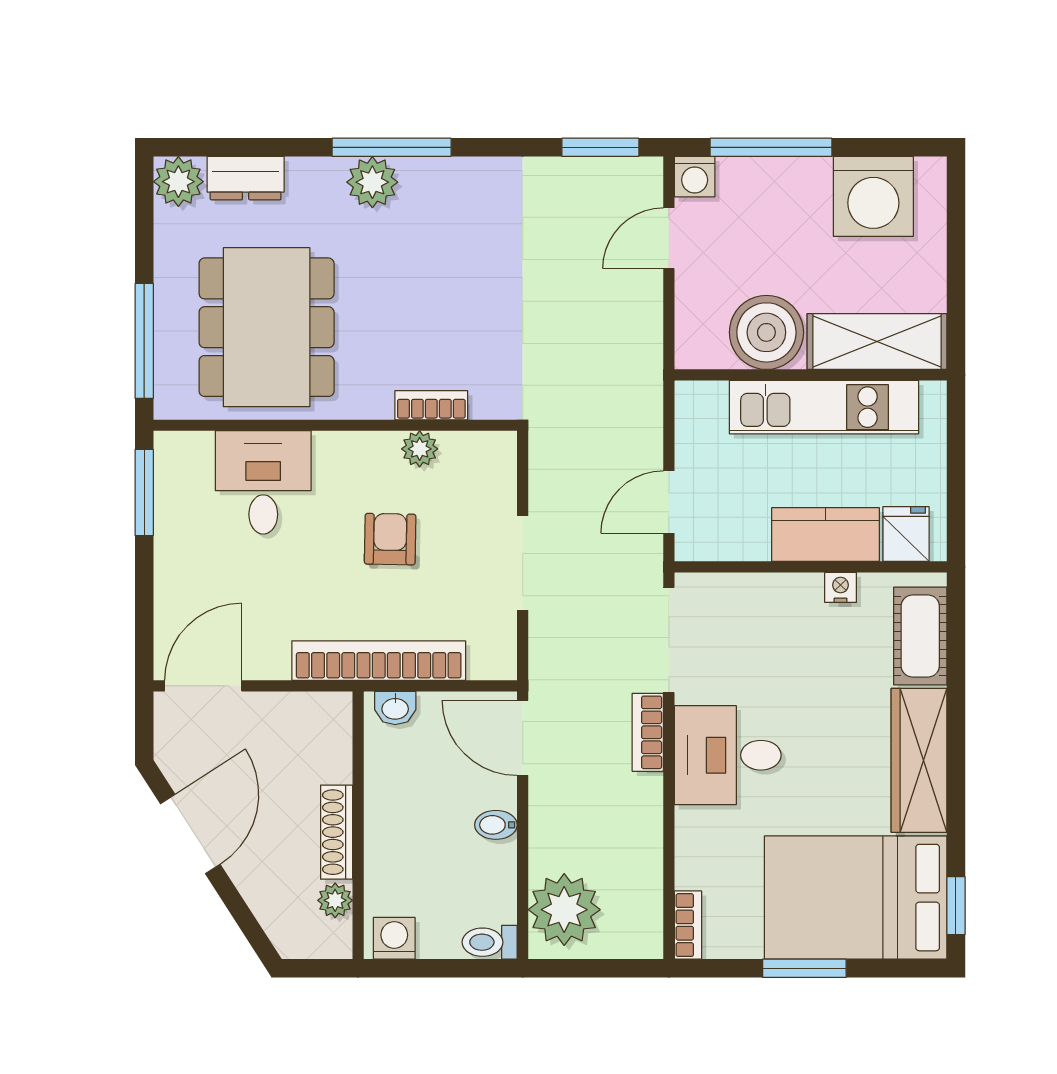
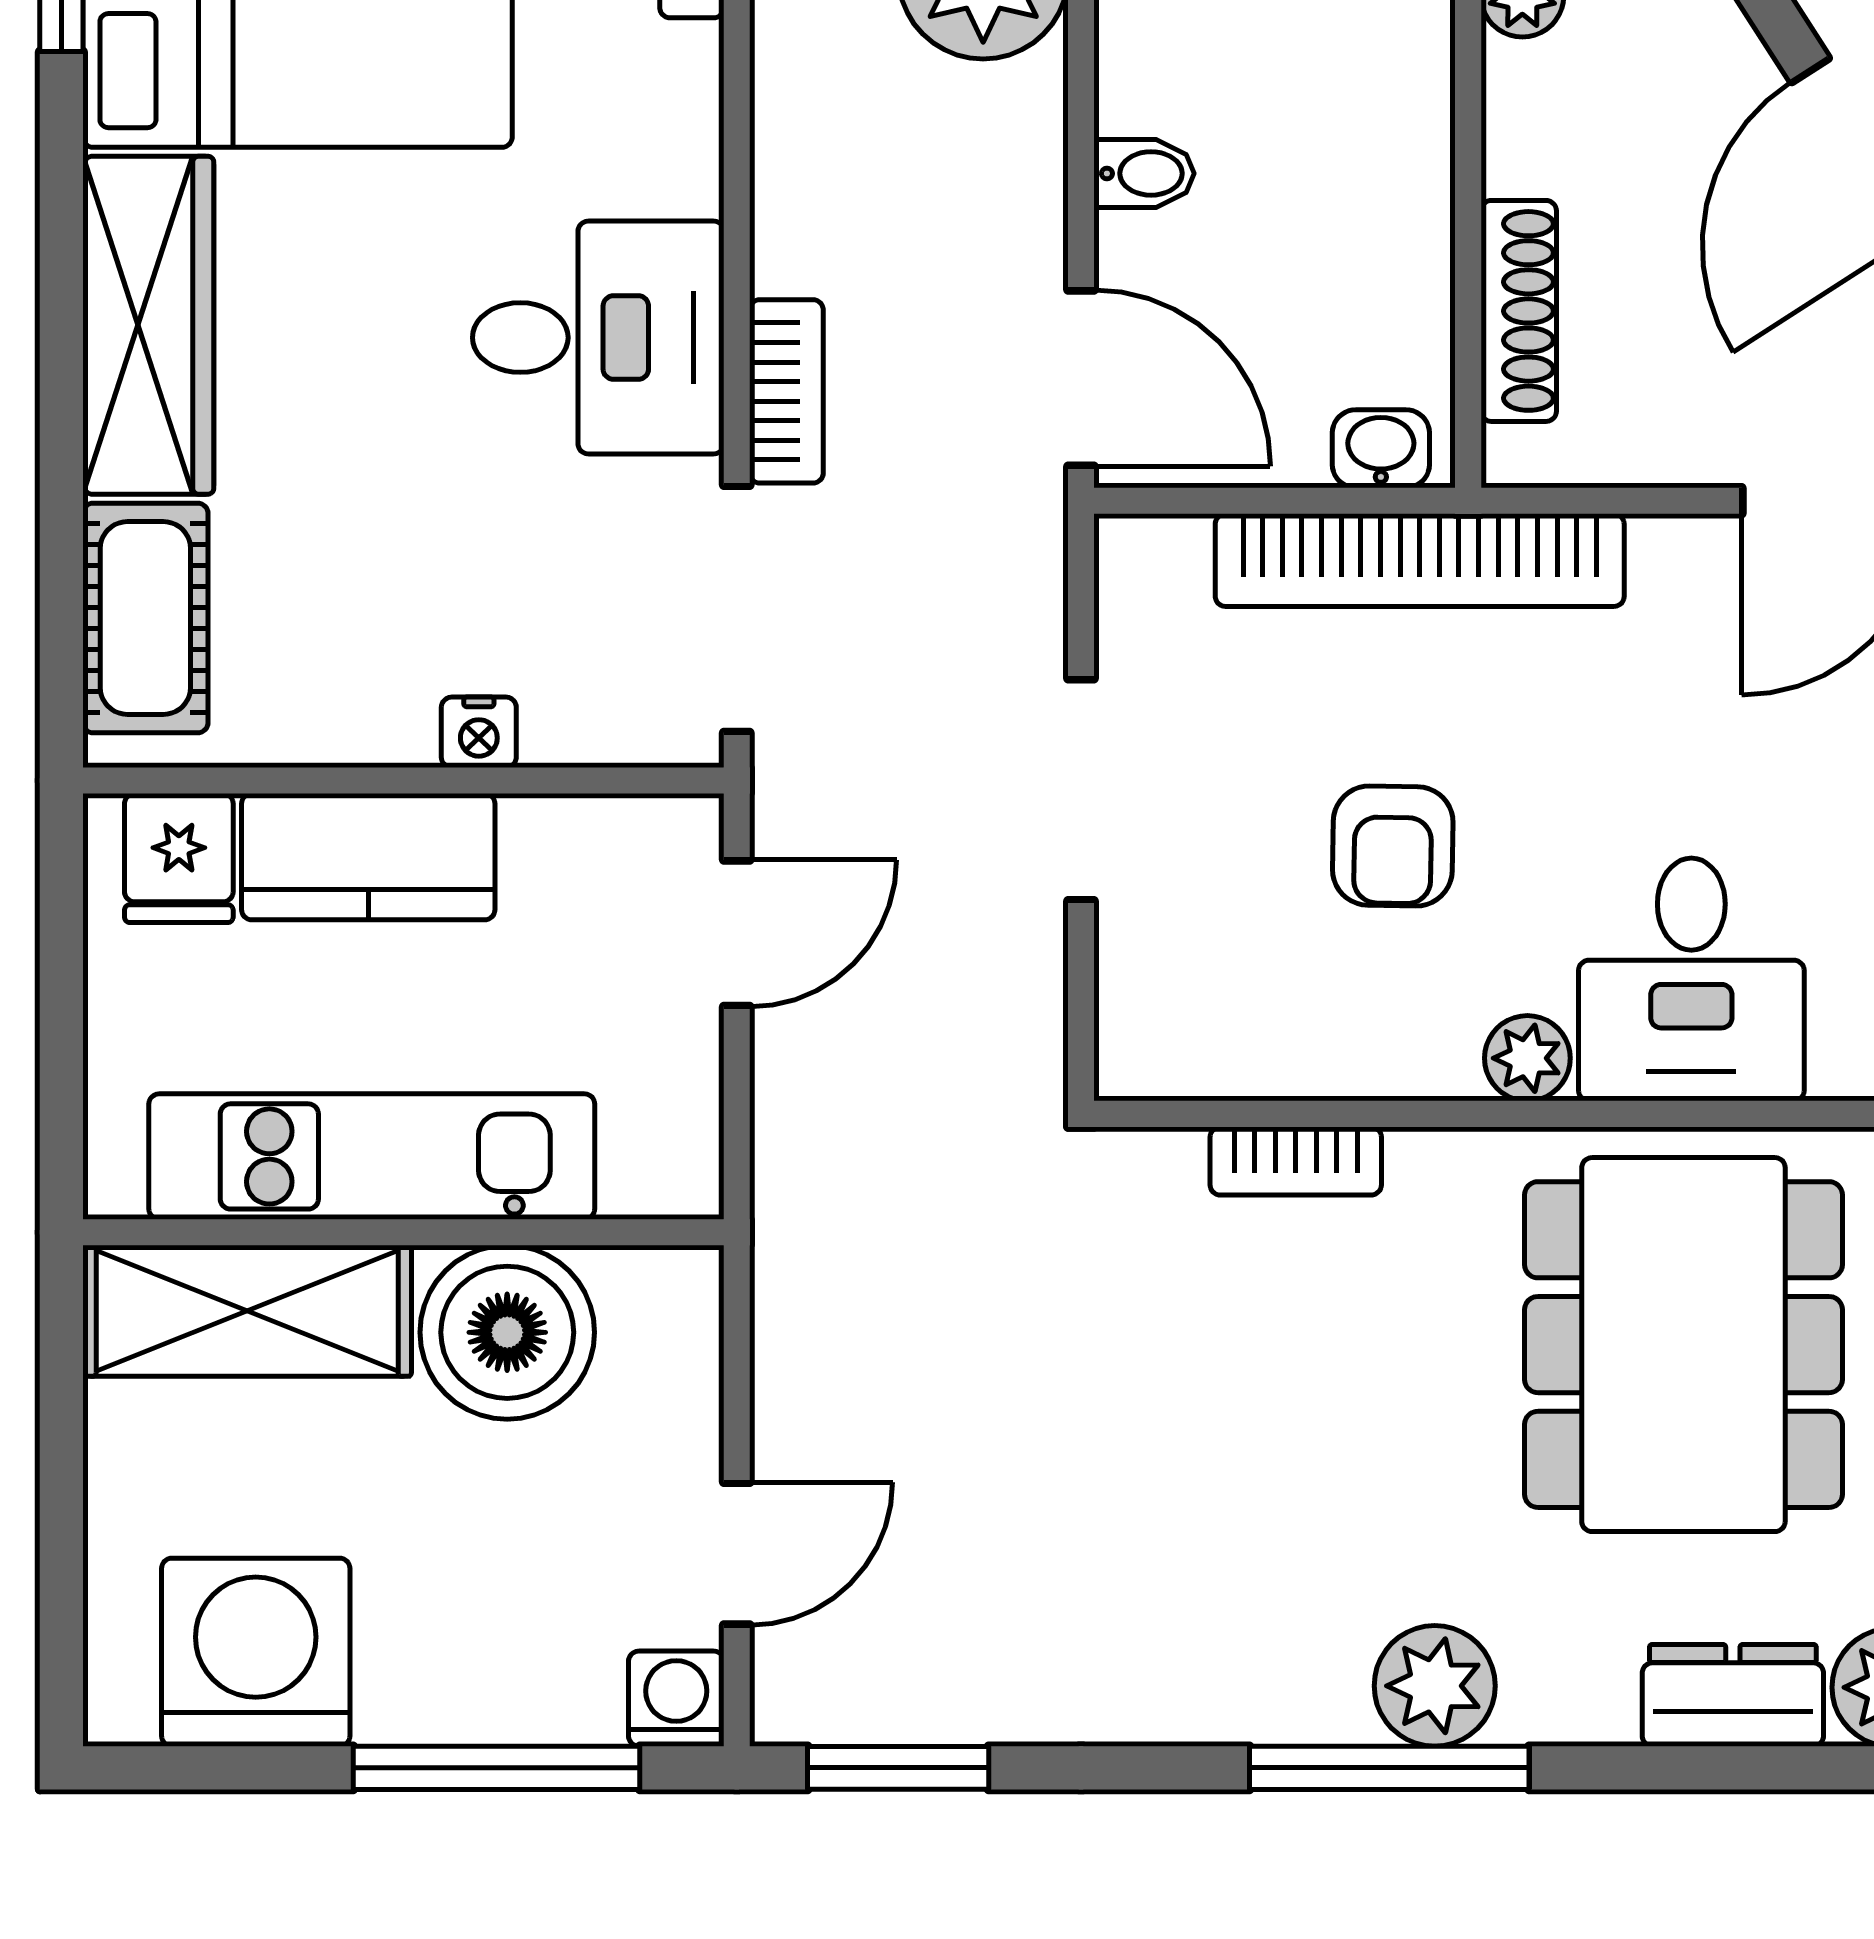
plant: (420, 449) -> (1527, 1058), moved
nightstand: (841, 587) -> (479, 732), moved
shoe rack: (337, 832) -> (1519, 311), moved

